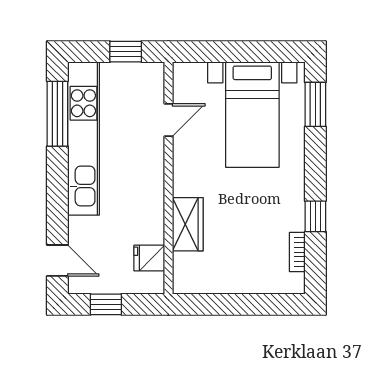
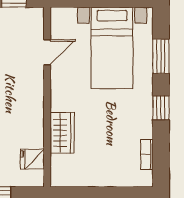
window: (315, 104) -> (161, 56), moved
window: (315, 216) -> (161, 108), moved

